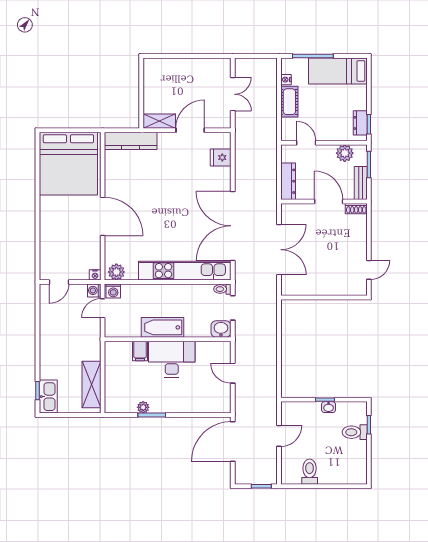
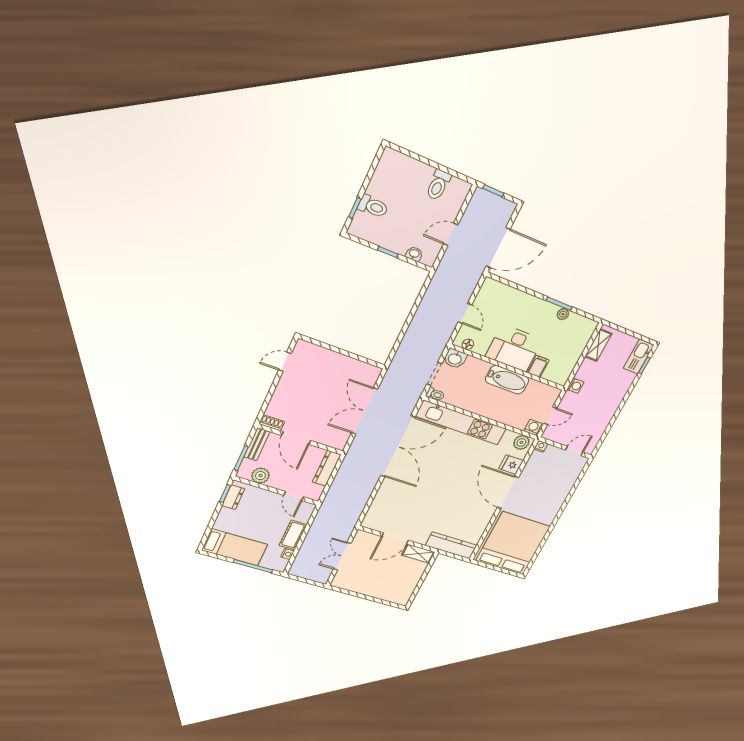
fridge: (221, 158) -> (511, 465), moved, turned 180
washing machine: (94, 290) -> (575, 386), moved
floor lamp: (216, 347) -> (468, 344), added
shelving: (91, 384) -> (598, 345), width x0.67, depth x0.75
washbasin: (329, 407) -> (414, 254), moved

